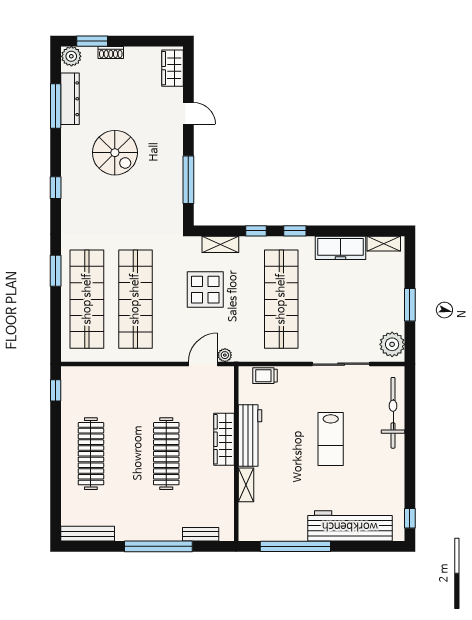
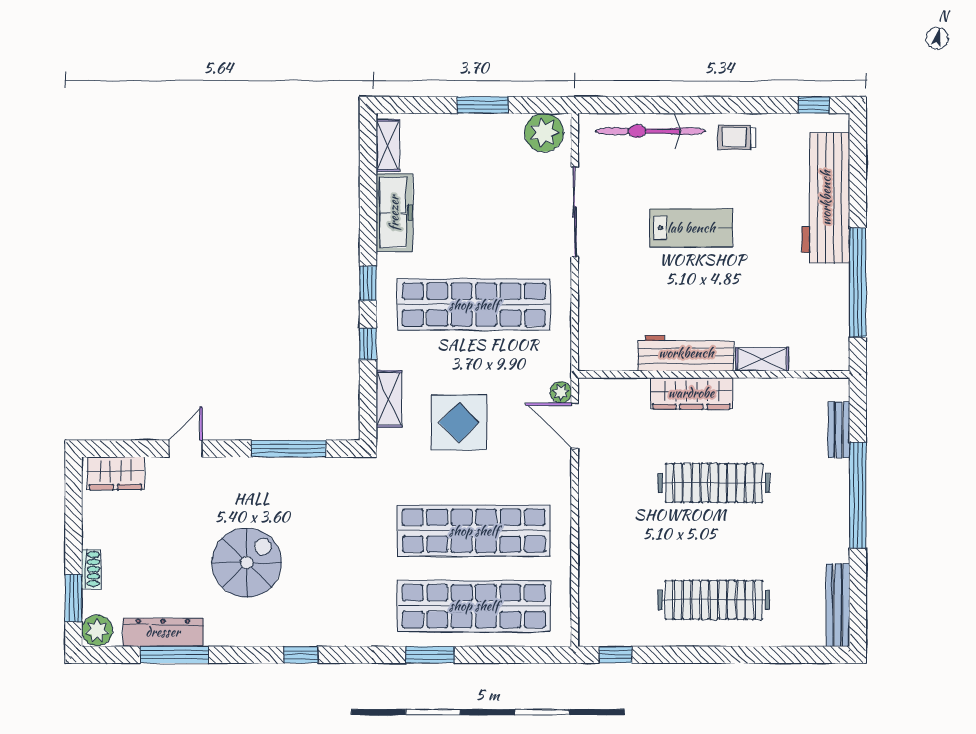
trolley: (265, 376) -> (737, 137), moved, turned 90

